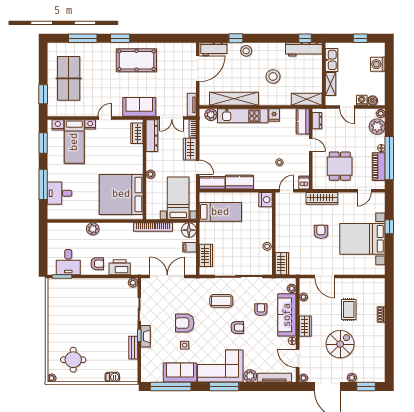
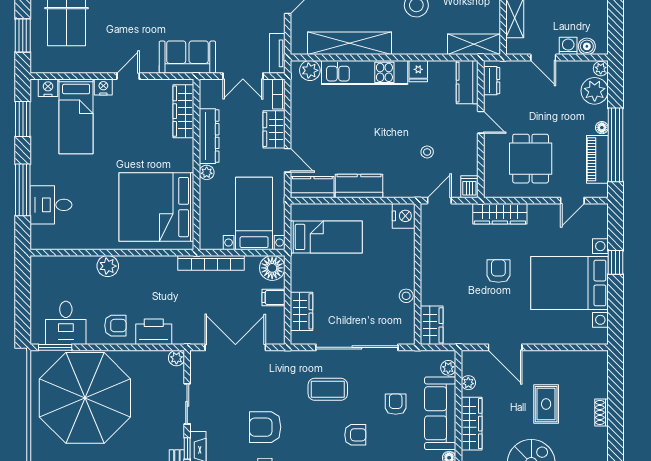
wardrobe: (137, 133) -> (183, 111), width x1.50
dresser: (152, 136) -> (209, 136), moved
parasol: (79, 306) -> (85, 398), added
wardrobe: (305, 326) -> (472, 424), width x1.50

